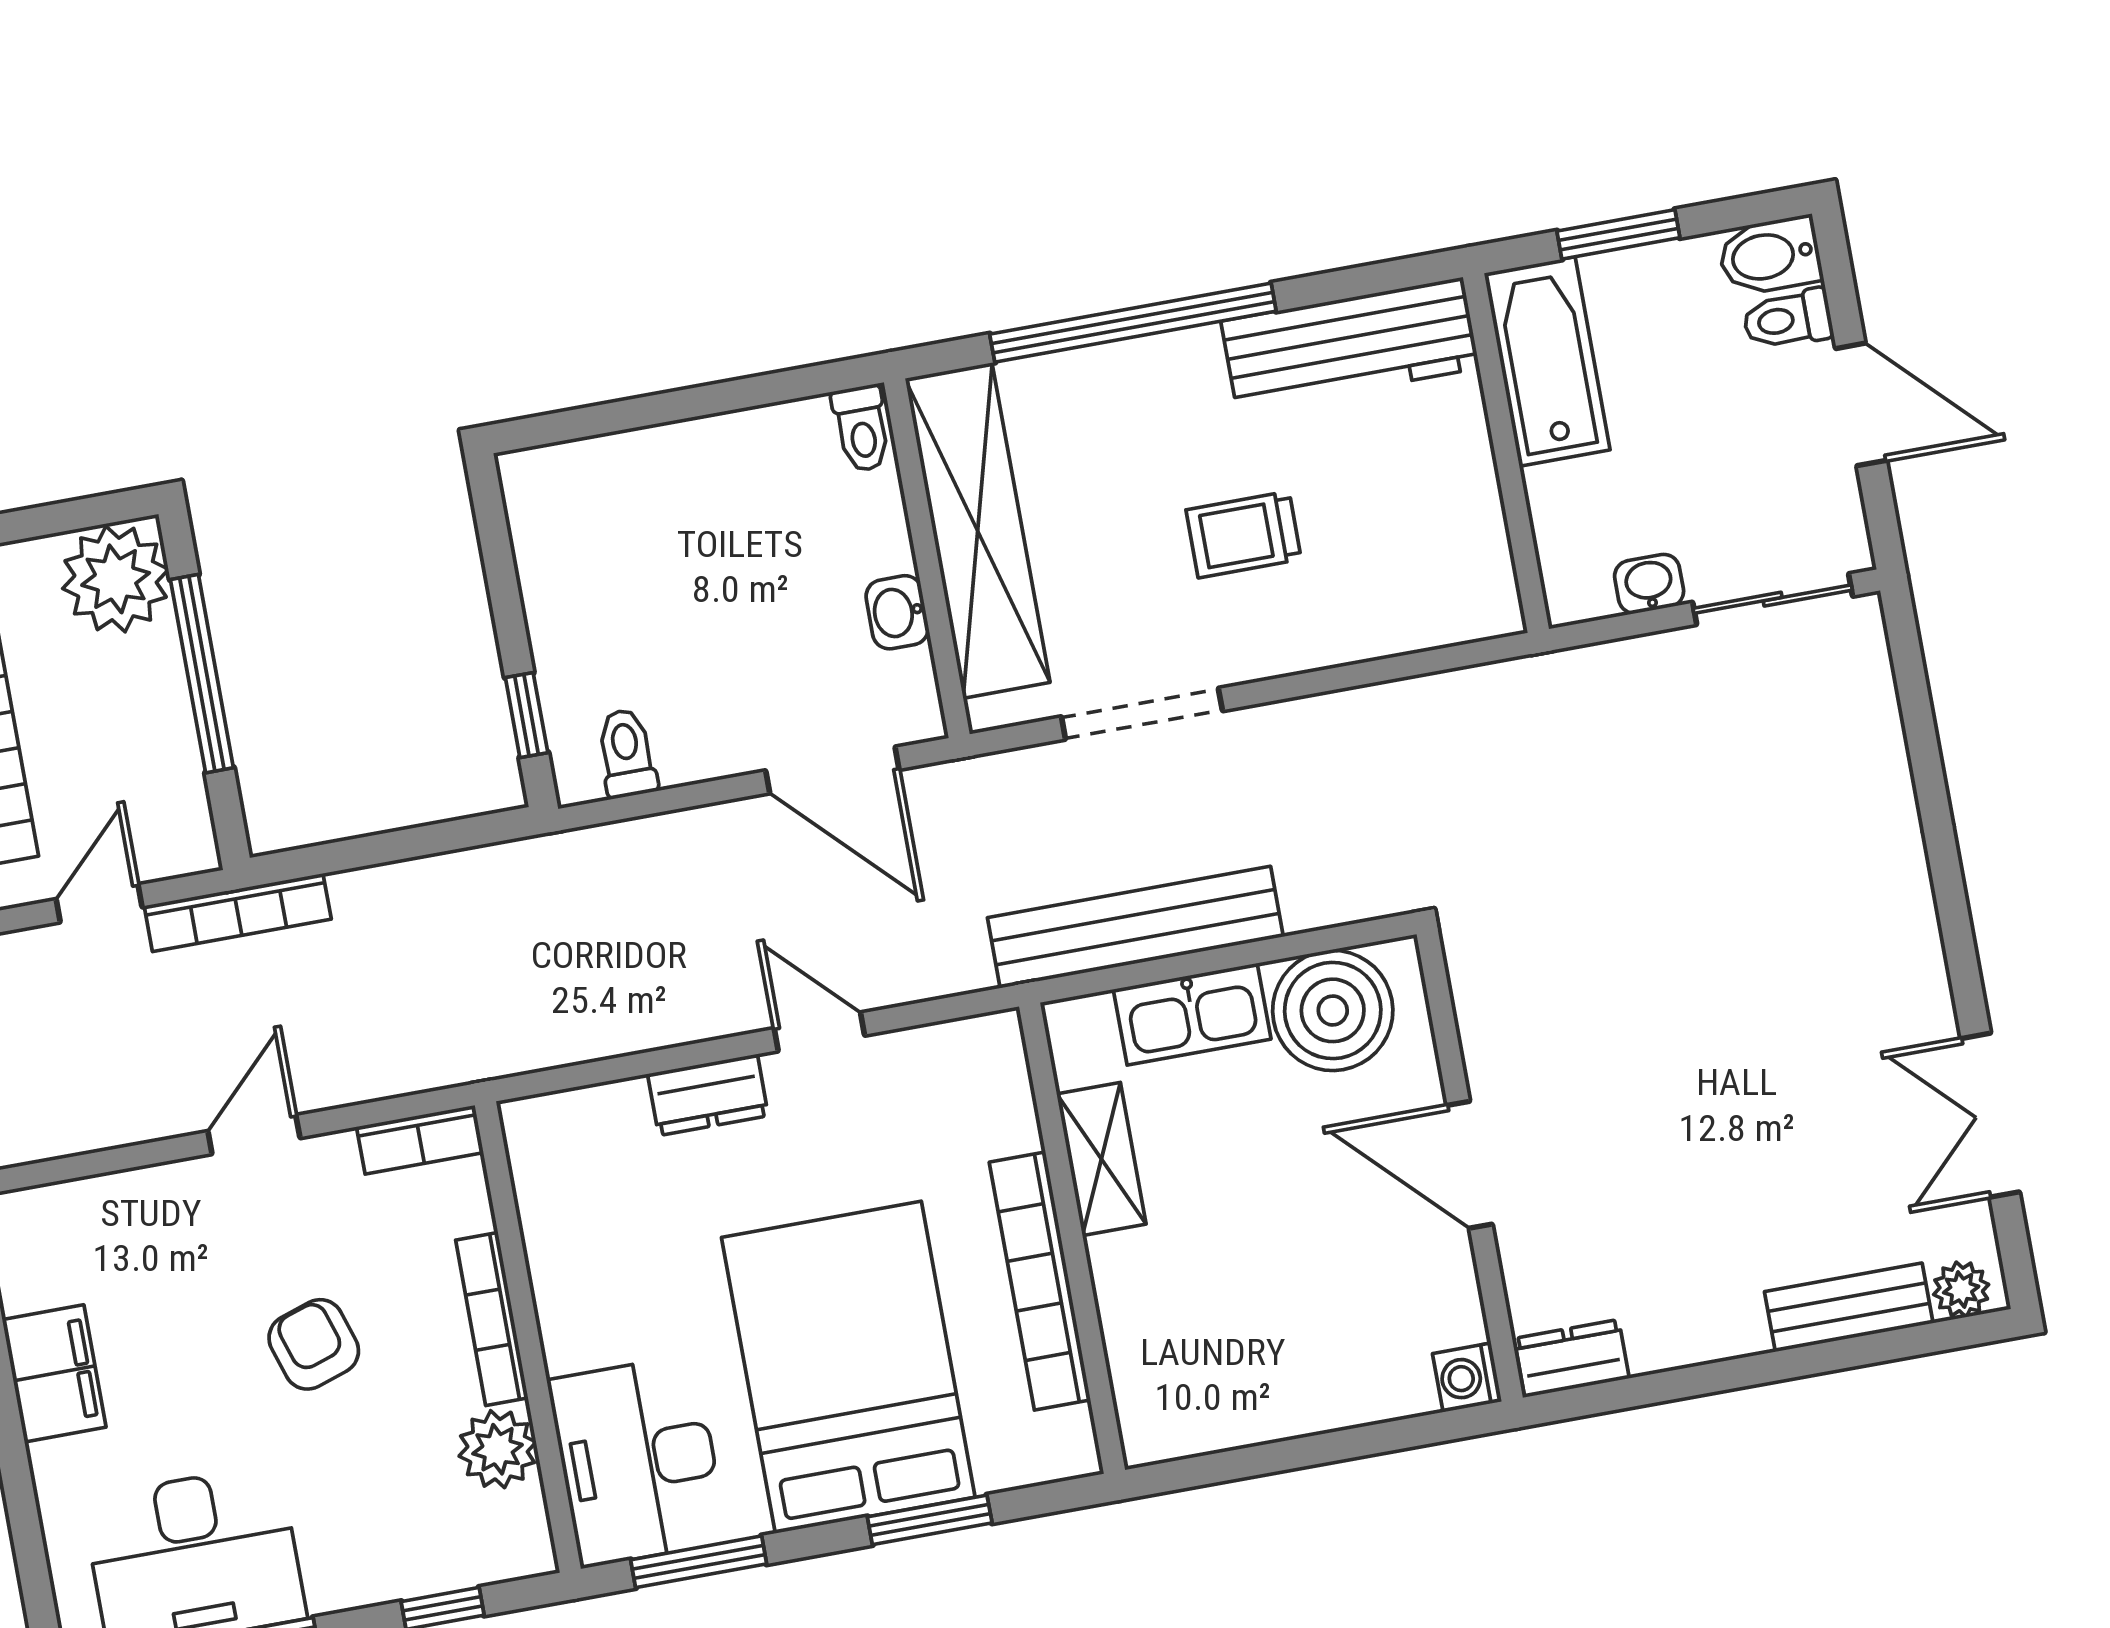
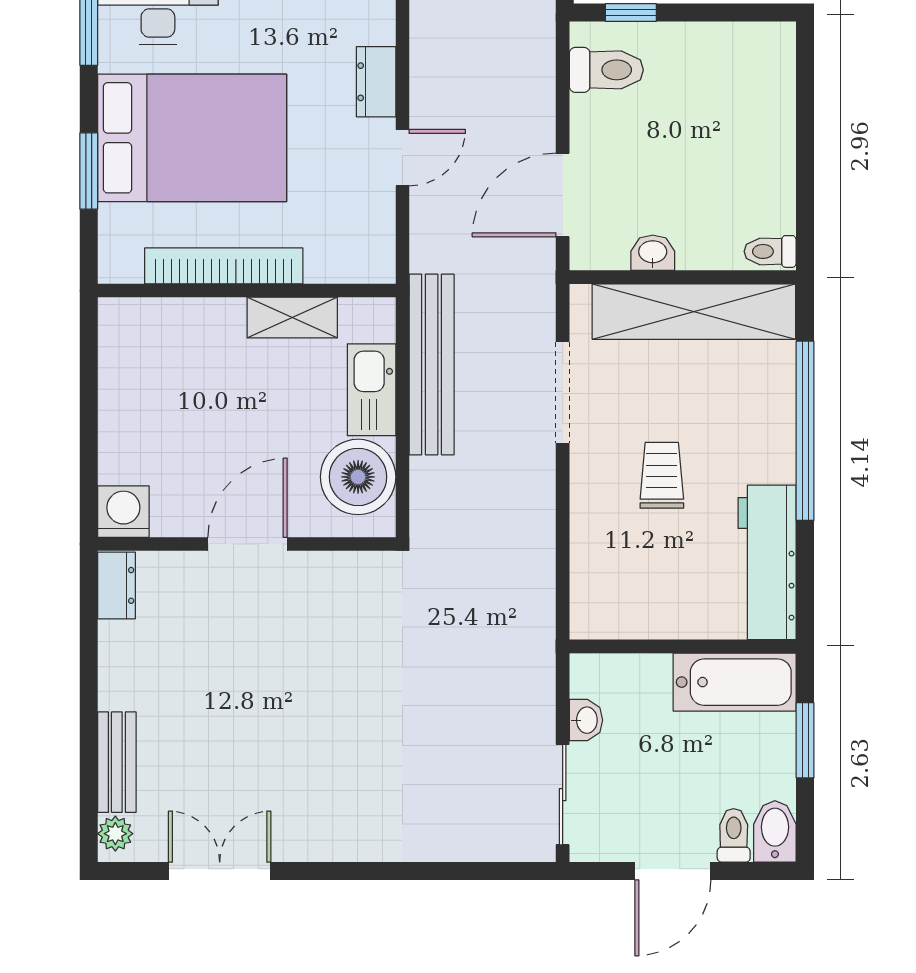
toilet: (627, 753) -> (606, 70), width x1.37, depth x1.39
washing machine: (1467, 1378) -> (123, 512), width x1.38, depth x1.38

